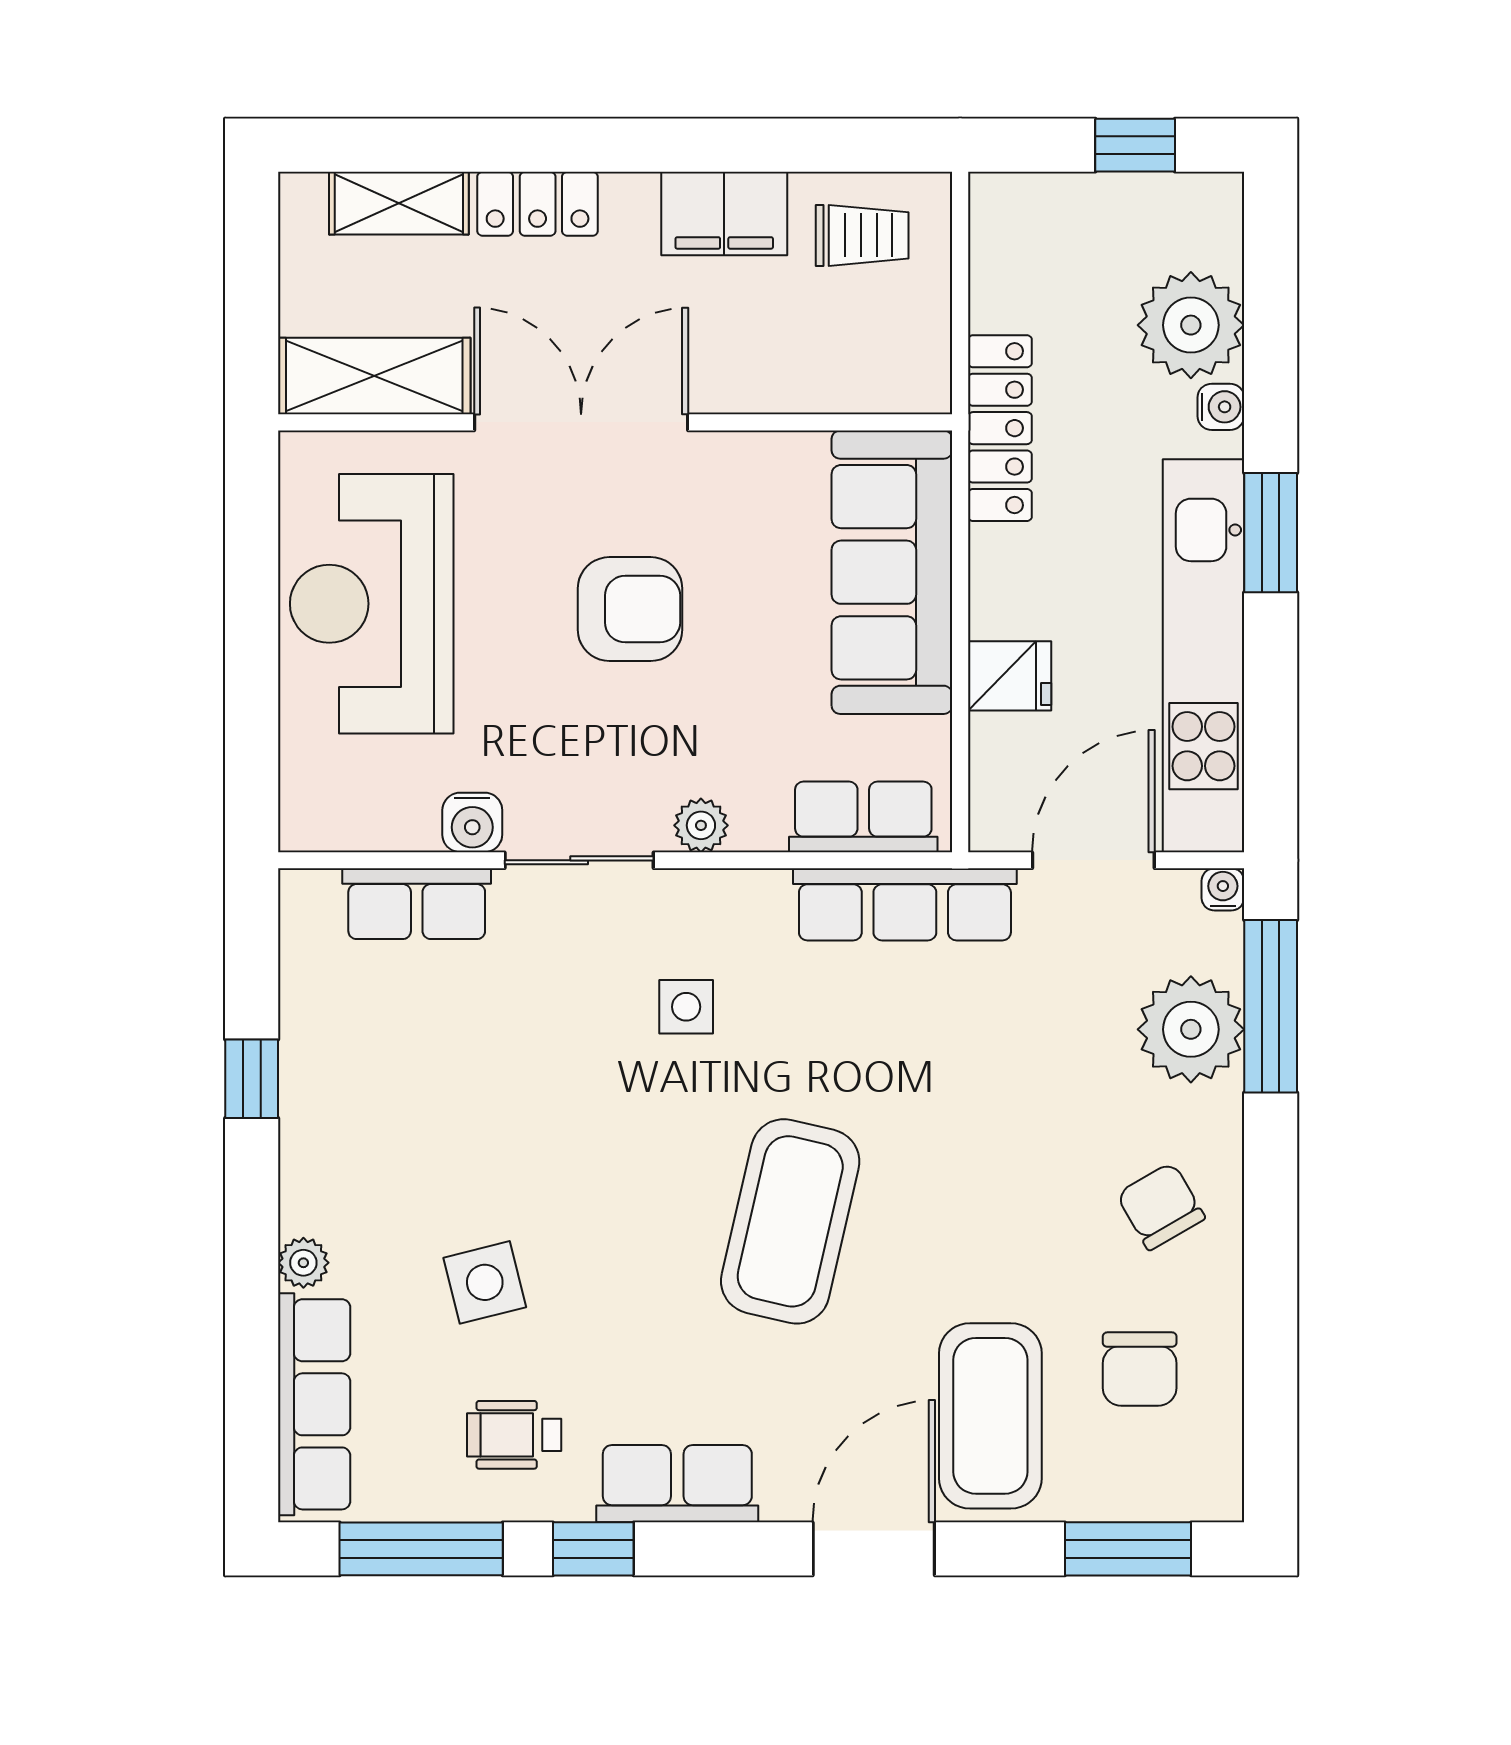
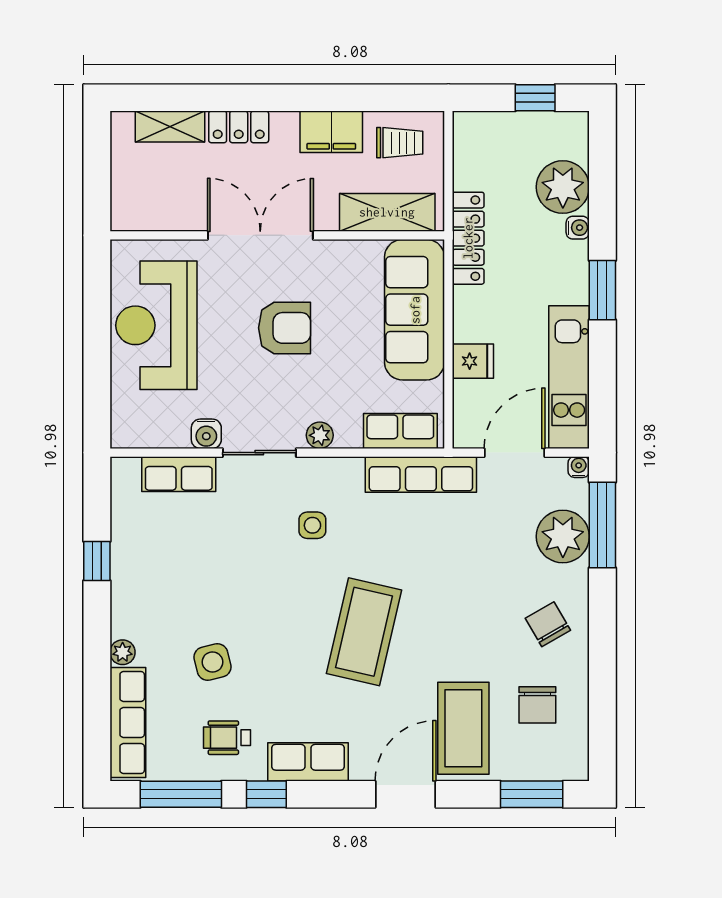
shelving: (374, 376) -> (387, 212), moved
kitchen unit: (1203, 656) -> (569, 377), width x0.73

